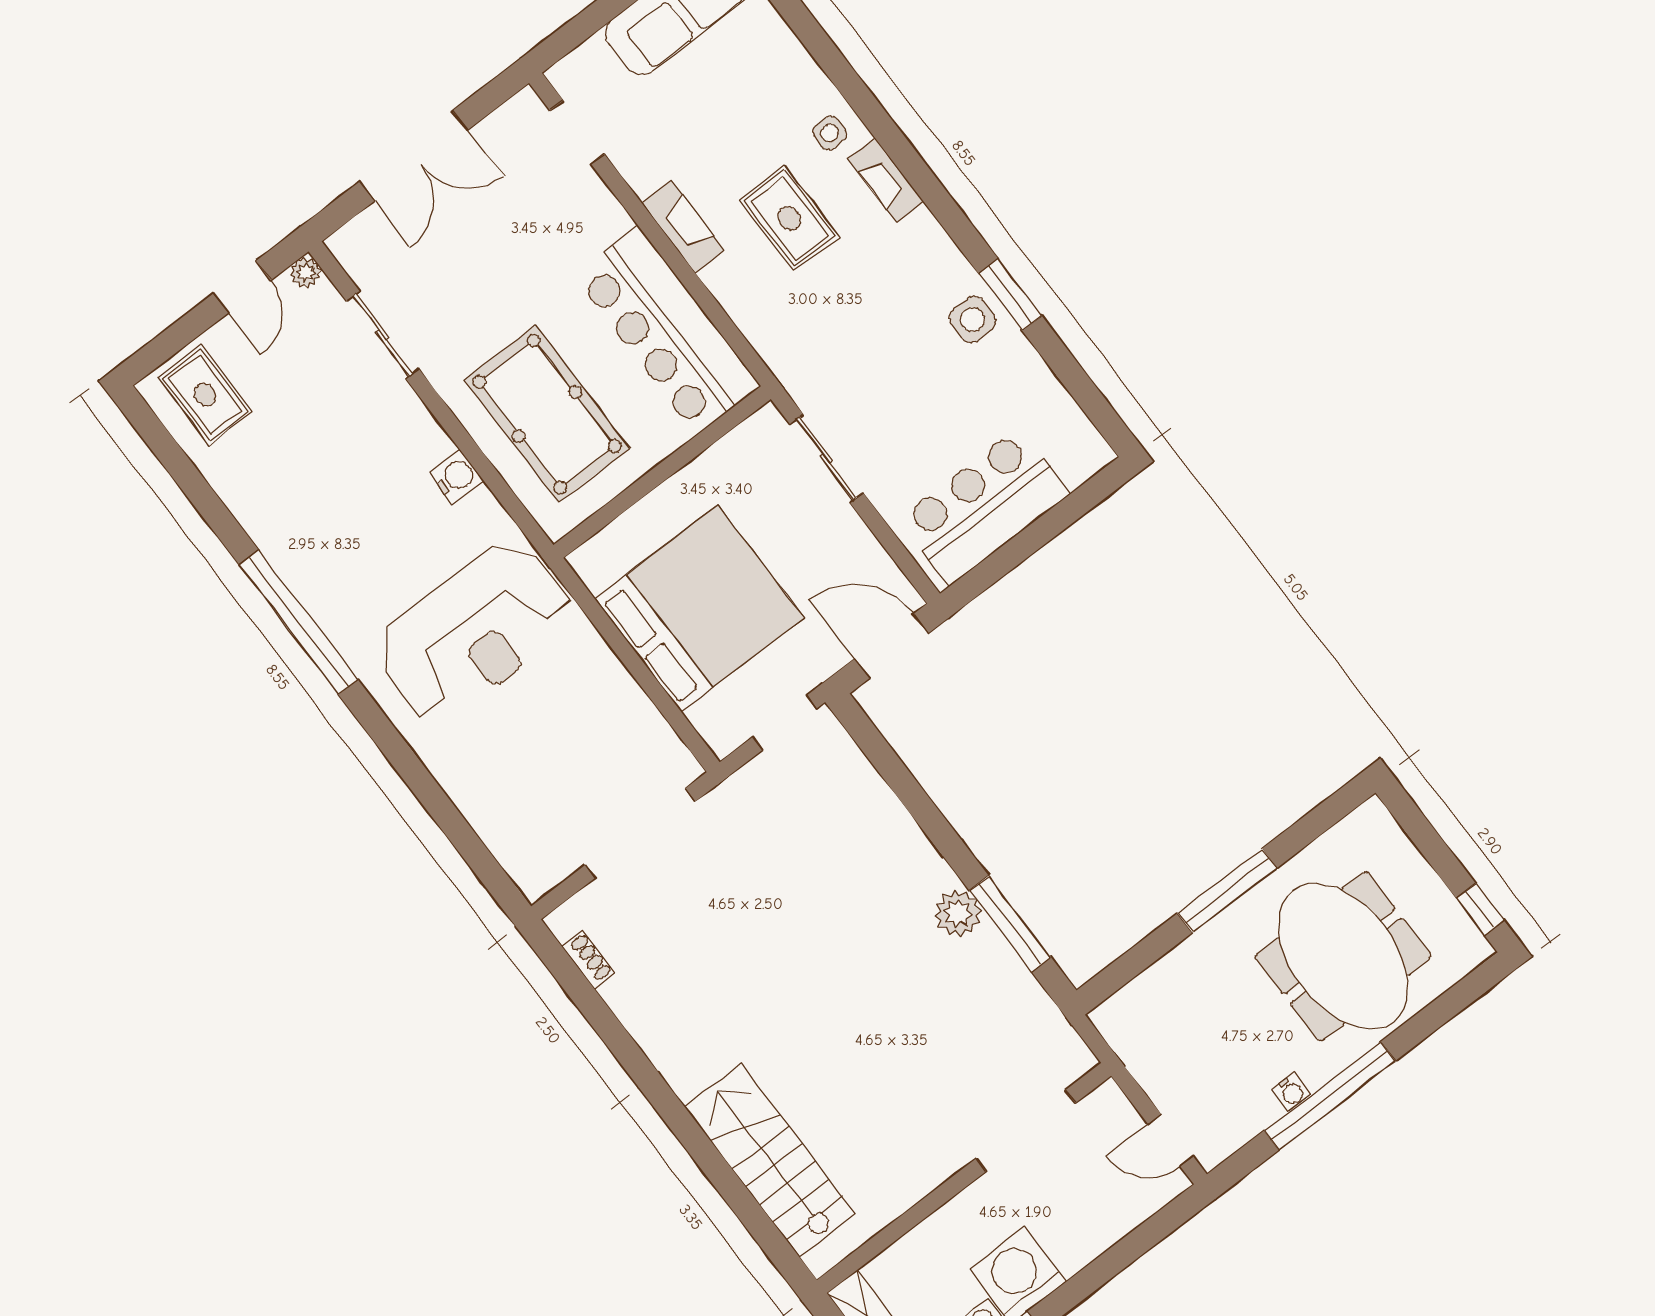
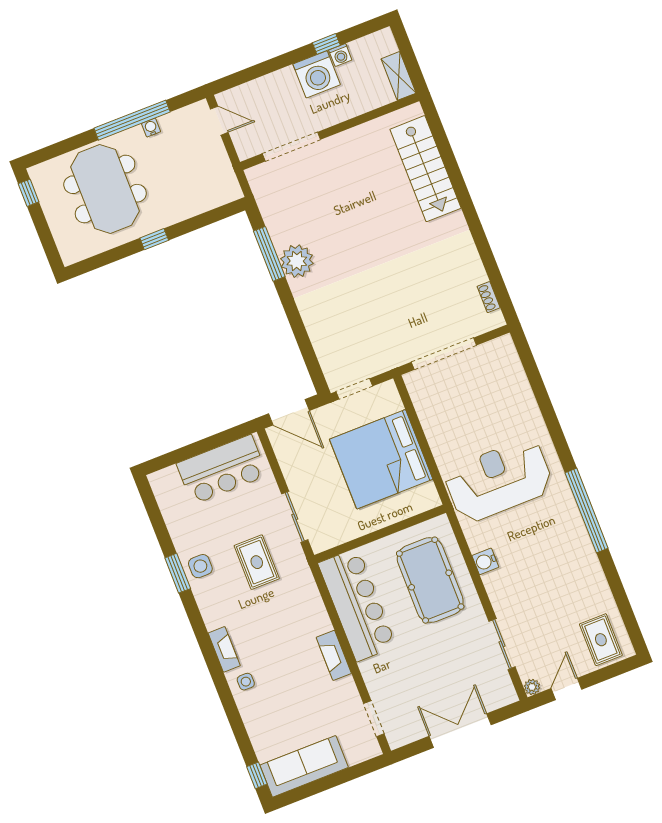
rug: (789, 218) -> (257, 562), moved
window: (1227, 891) -> (154, 239), width x0.46
plant: (958, 913) -> (297, 261), width x1.36, depth x1.36

